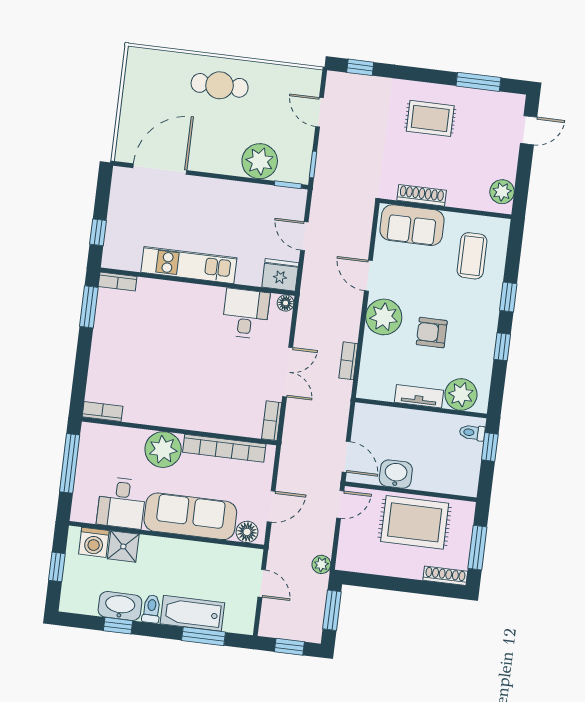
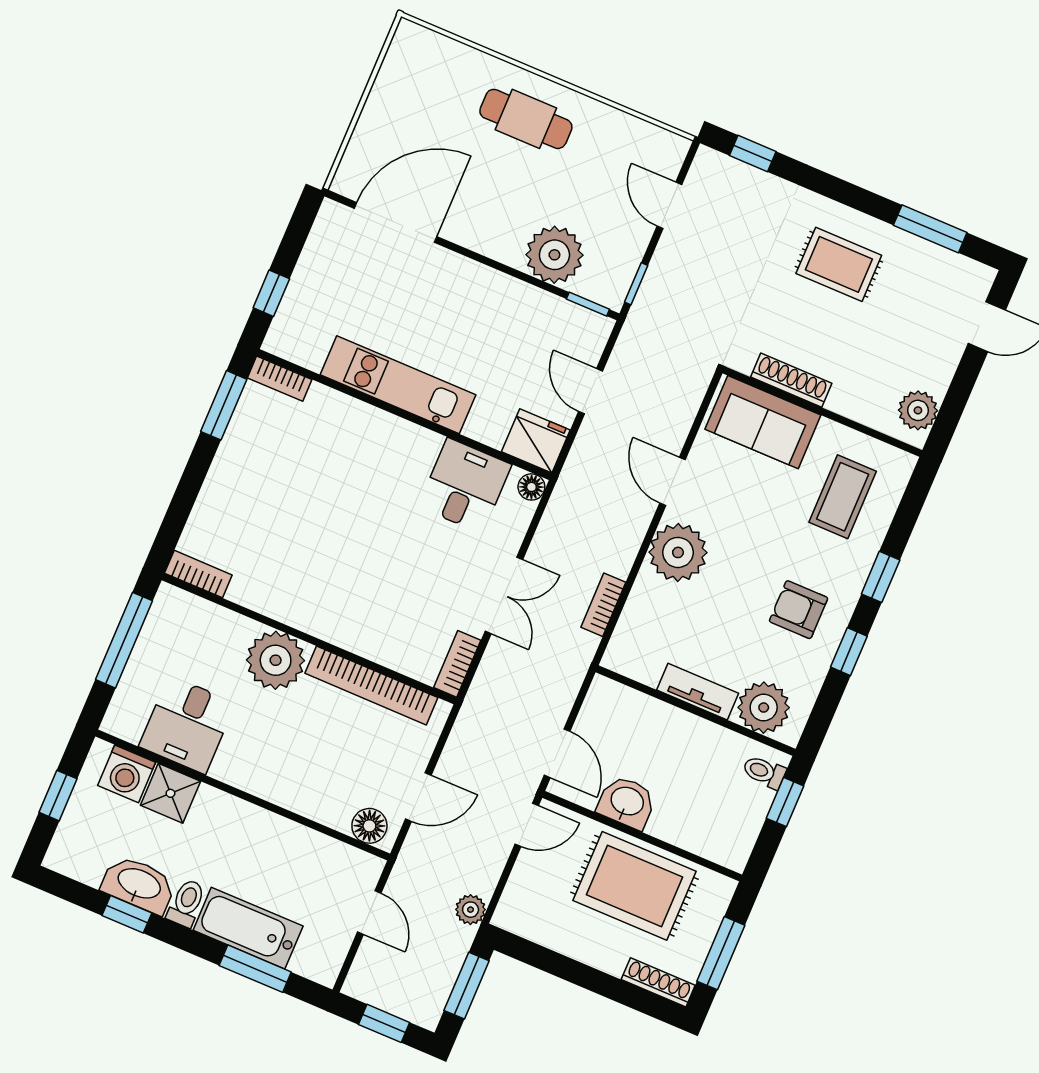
armchair: (432, 333) -> (799, 610), moved
sofa: (190, 516) -> (288, 776), removed

